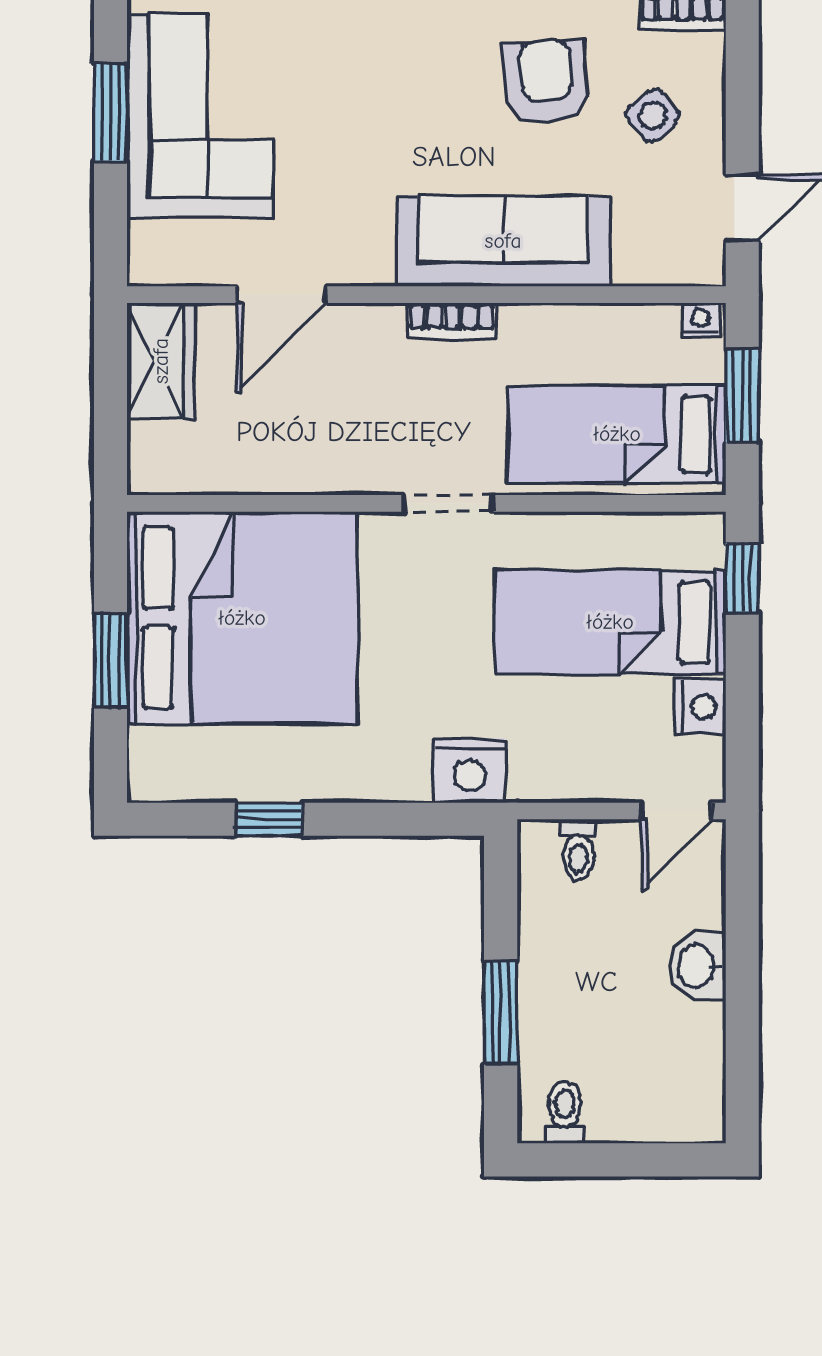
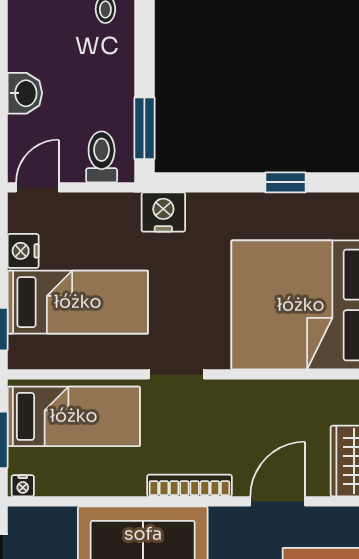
bookcase: (452, 321) -> (189, 486), width x1.56
toilet: (578, 850) -> (102, 157), width x1.37, depth x1.39
window: (501, 1013) -> (144, 128), moved

